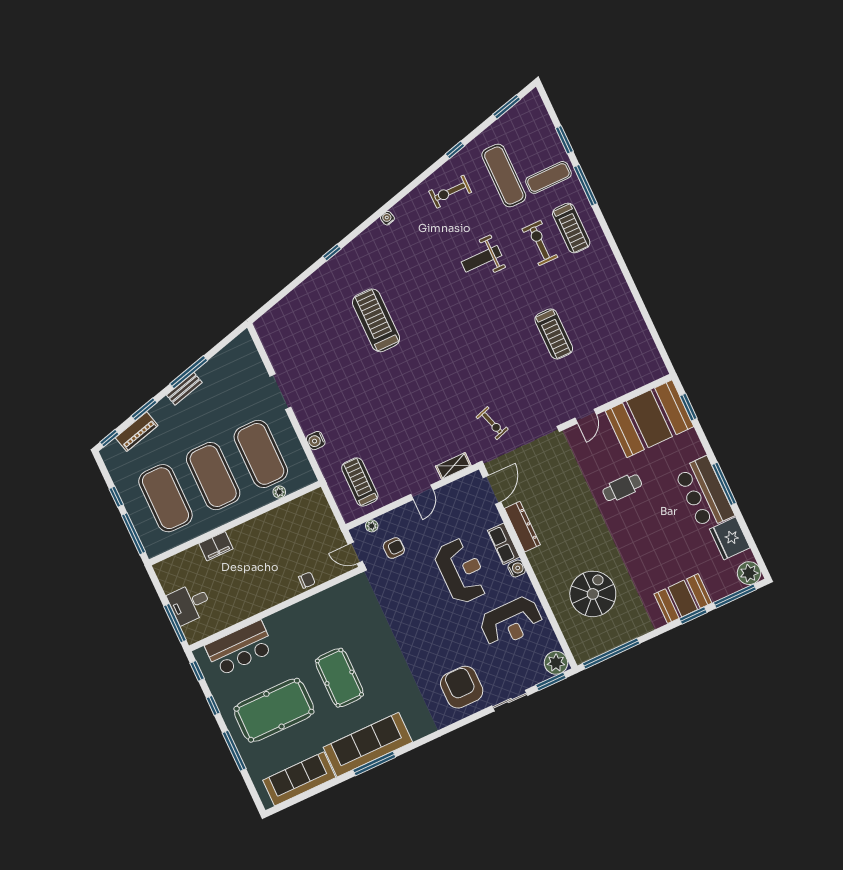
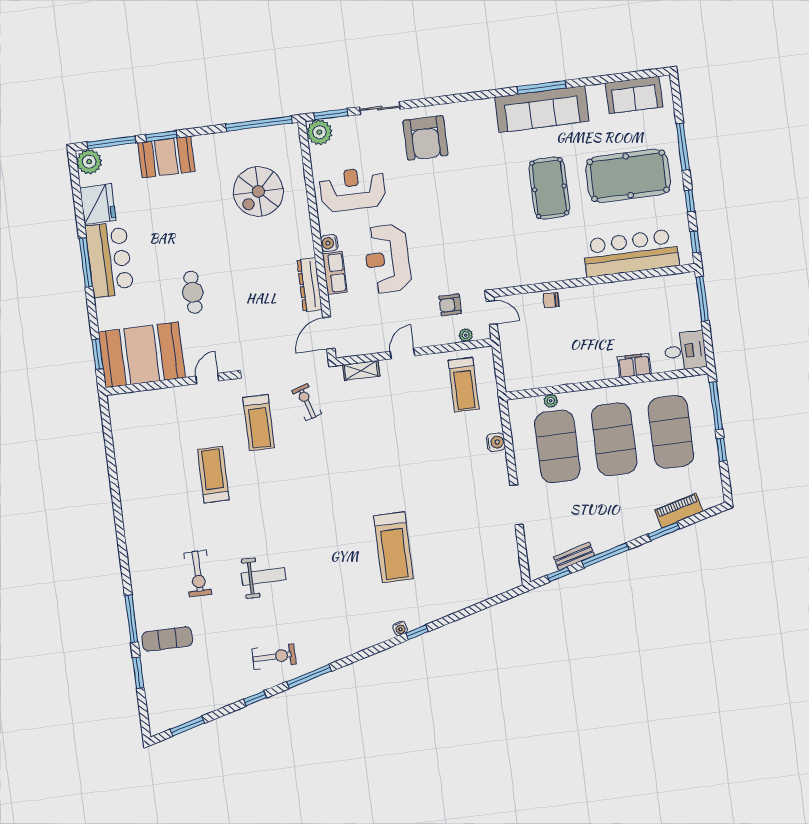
exercise mat: (504, 176) -> (213, 656), removed
window: (414, 184) -> (309, 676), added
water cooler: (387, 218) -> (400, 628), moved
treadmill: (571, 228) -> (259, 423), moved, turned 180
bench: (184, 389) -> (574, 556), moved
window: (109, 438) -> (559, 574), moved
cafe table: (622, 488) -> (193, 292), turned 90
desk: (190, 603) -> (685, 351), moved
bar counter: (240, 648) -> (631, 253), width x1.36
sofa: (299, 779) -> (634, 95), width x0.73

